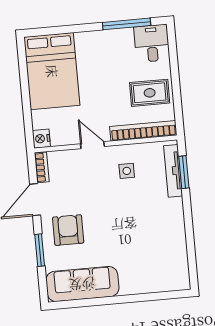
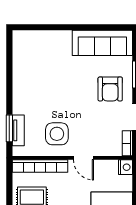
side table: (127, 171) -> (57, 134), width x1.87, depth x1.87
tv unit: (173, 171) -> (18, 130), width x0.71

